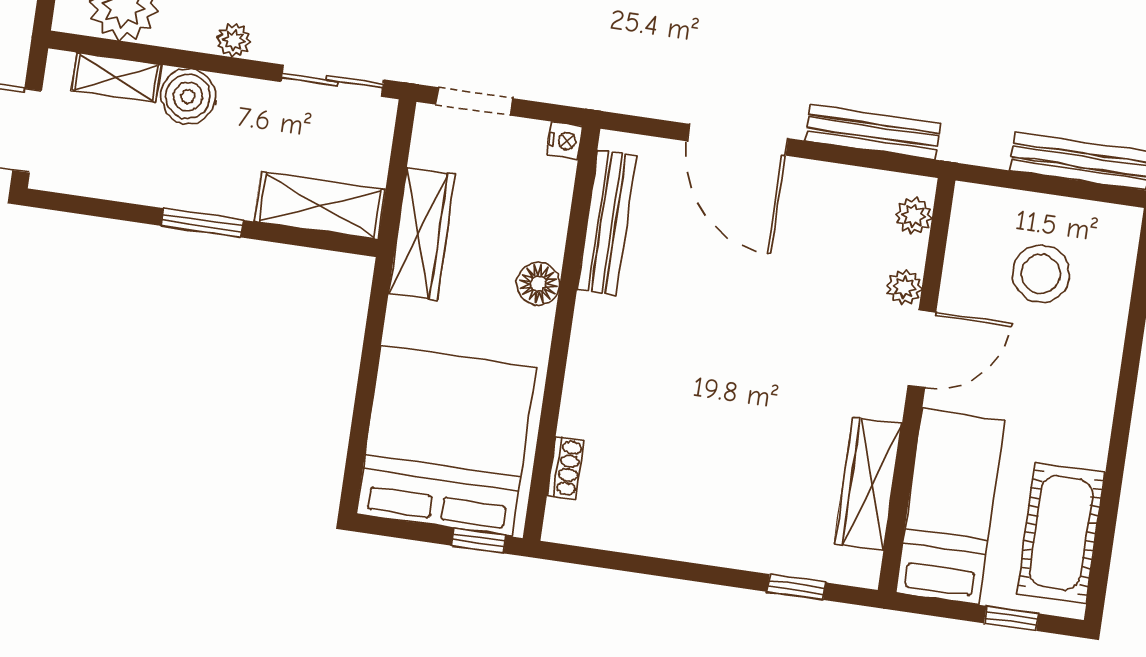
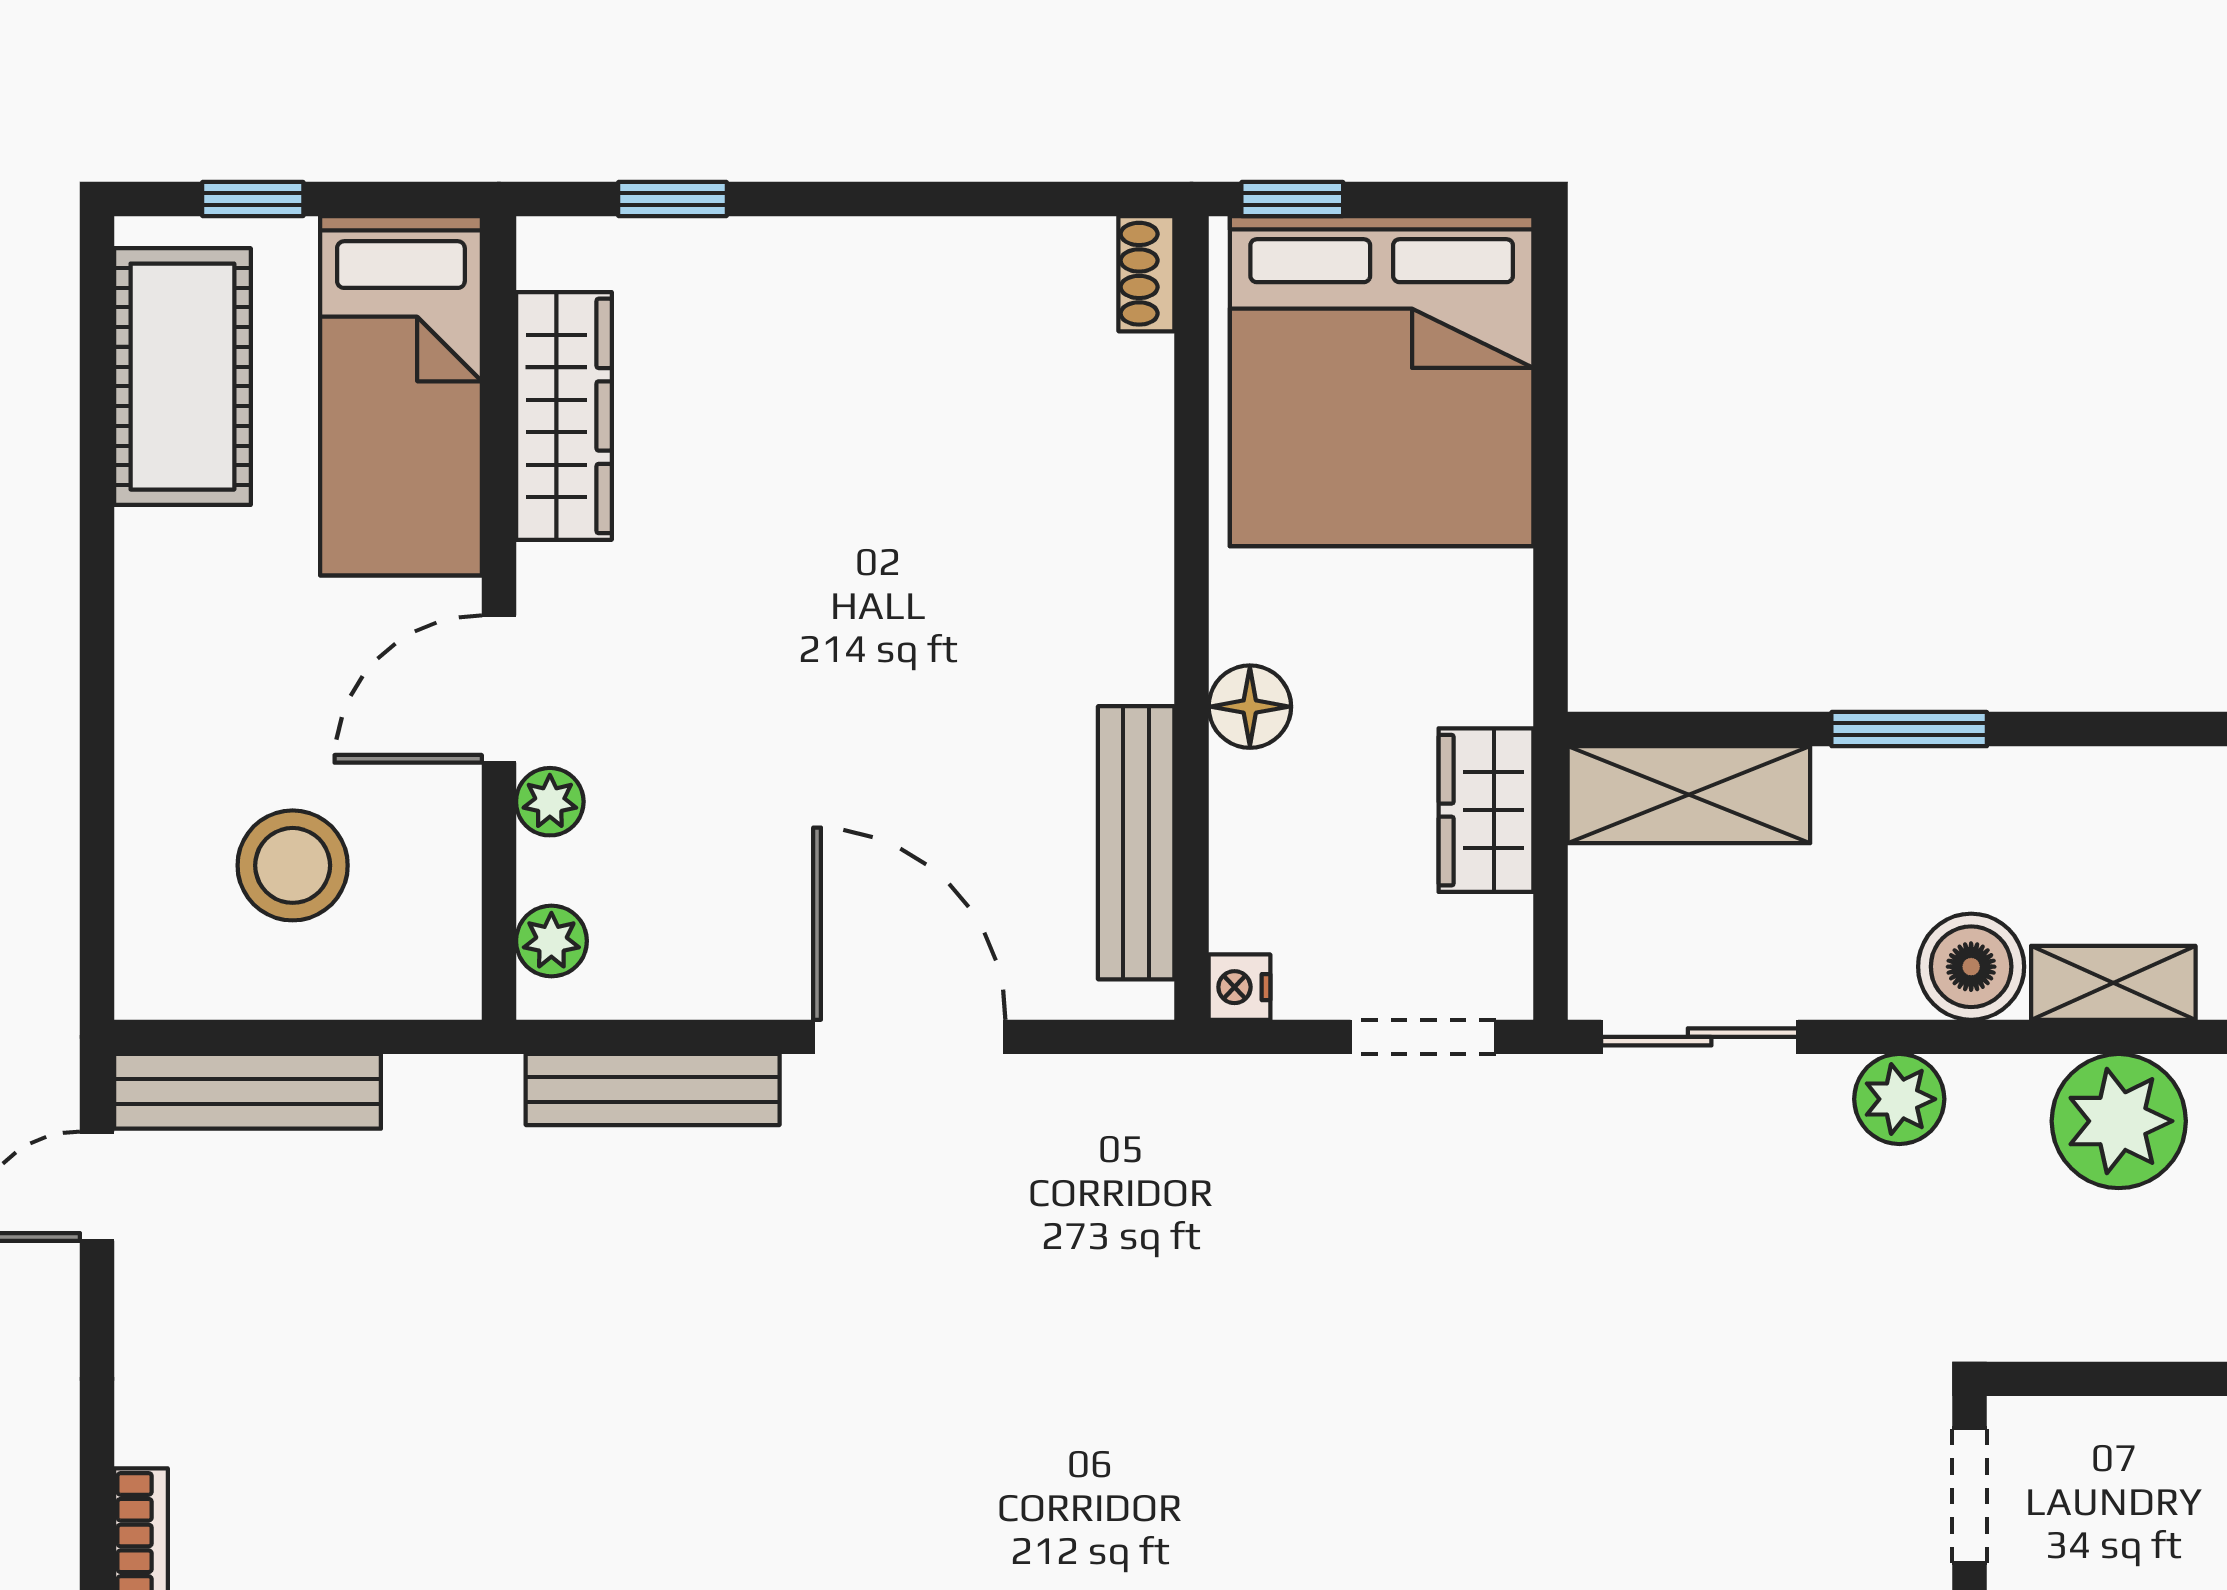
plant: (234, 40) -> (1899, 1099), width x1.38, depth x1.38
wardrobe: (422, 234) -> (1486, 810), width x0.67
shoe rack: (566, 468) -> (1146, 274), moved

